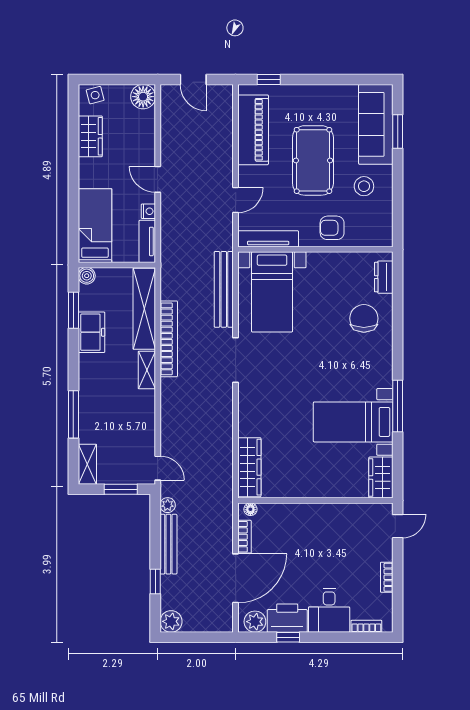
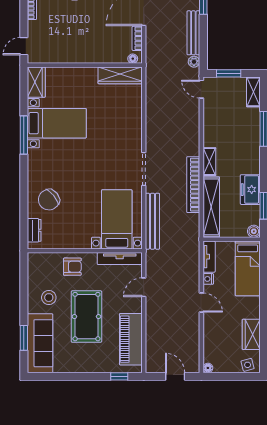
floor lamp: (143, 97) -> (208, 368), width x0.53, depth x0.53
chair: (364, 318) -> (49, 200), turned 51
wardrobe: (249, 467) -> (120, 75), moved, turned -90

